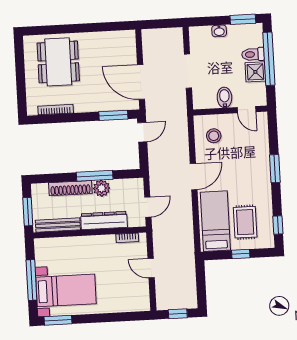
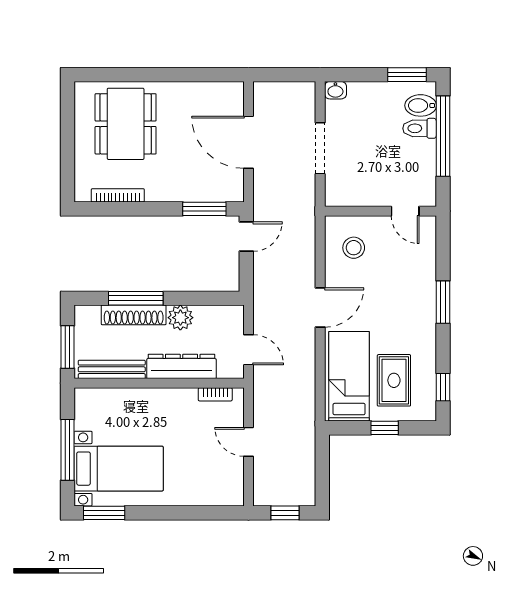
washbasin: (219, 31) -> (335, 90), moved
shower: (255, 72) -> (422, 155), removed
door: (141, 82) -> (249, 142), moved
bidet: (224, 97) -> (421, 105), moved, turned -90
window: (95, 176) -> (136, 298), moved
door: (148, 207) -> (249, 350), hinge flipped

